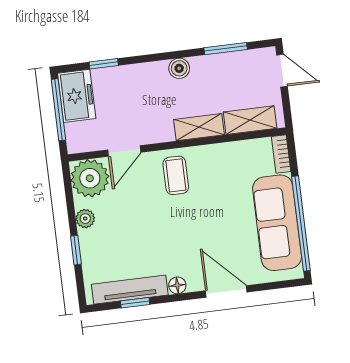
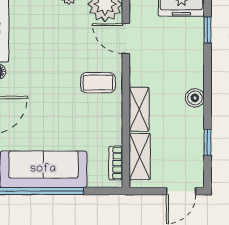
window: (226, 49) -> (208, 142), width x0.67
bookcase: (281, 154) -> (116, 163), moved, turned -90

